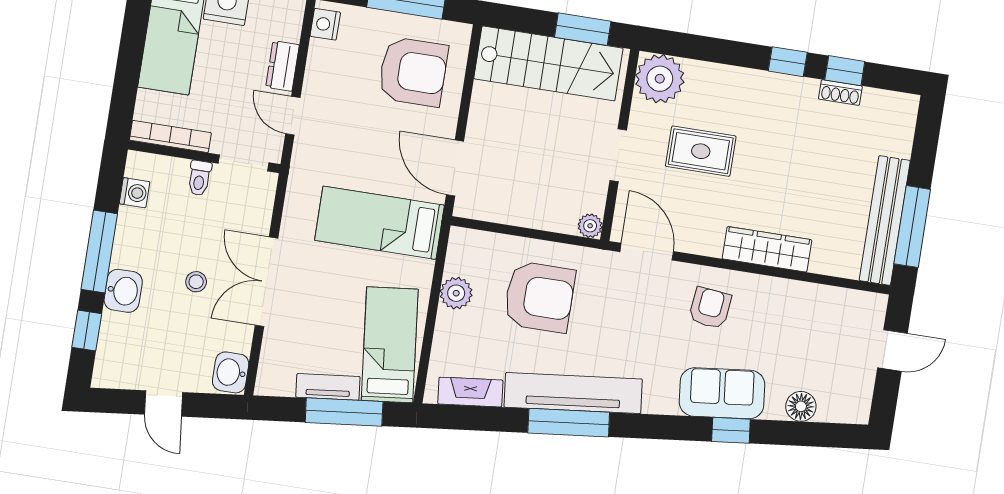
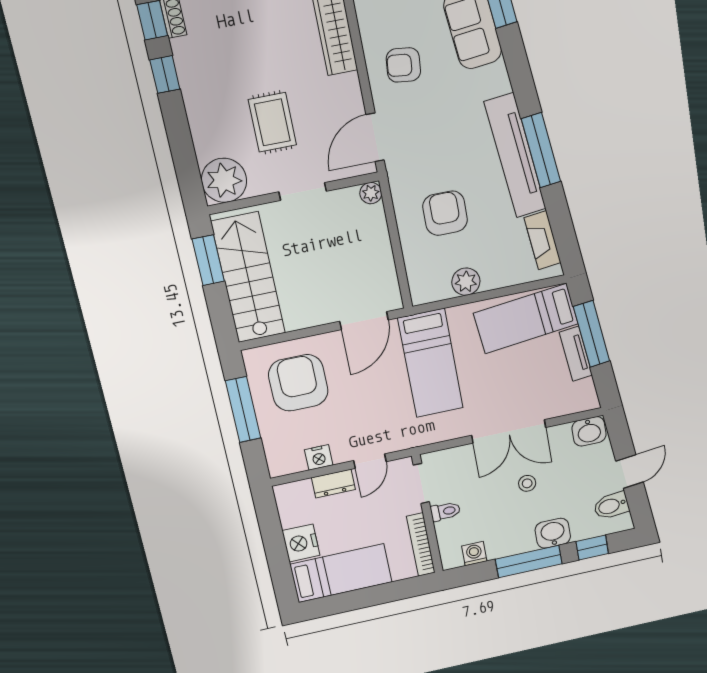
nightstand: (325, 24) -> (319, 457), moved
armchair: (539, 297) -> (445, 213), width x0.73, depth x0.73
bidet: (130, 369) -> (611, 506), added

